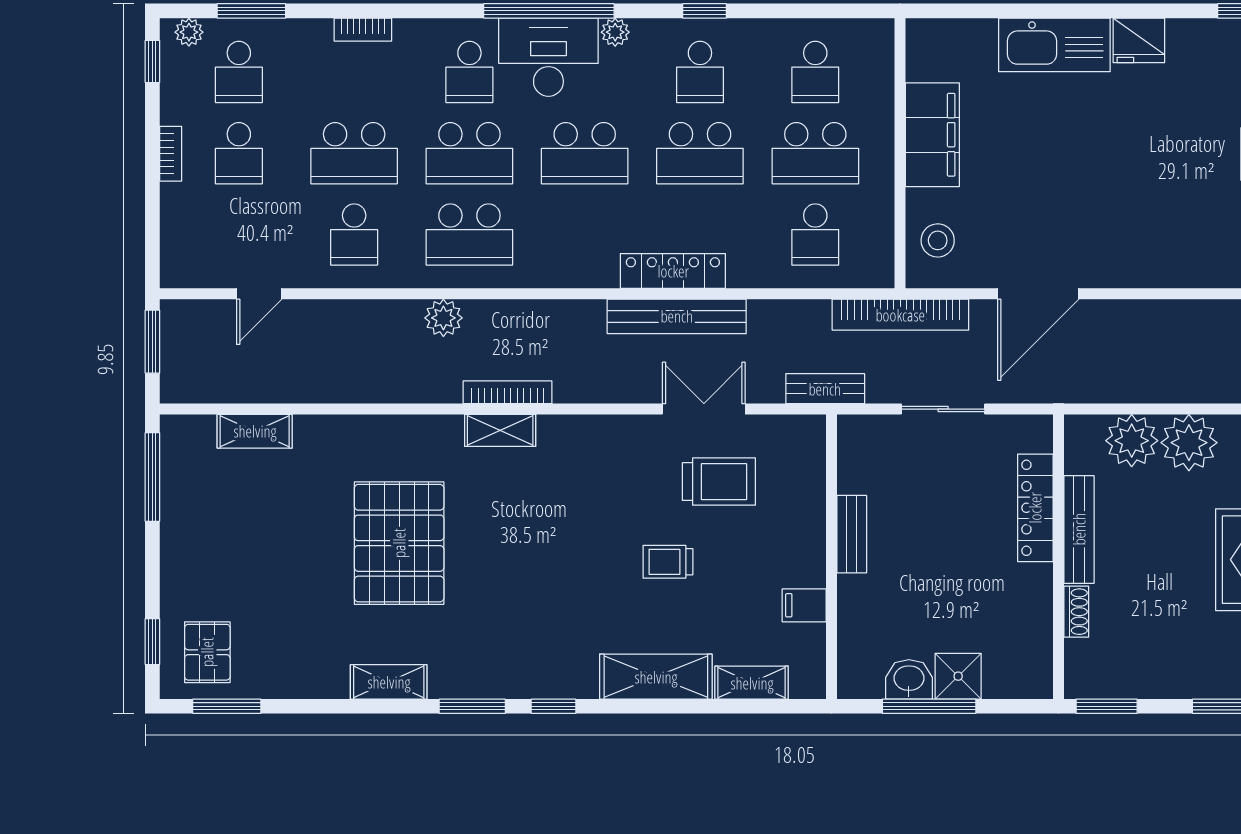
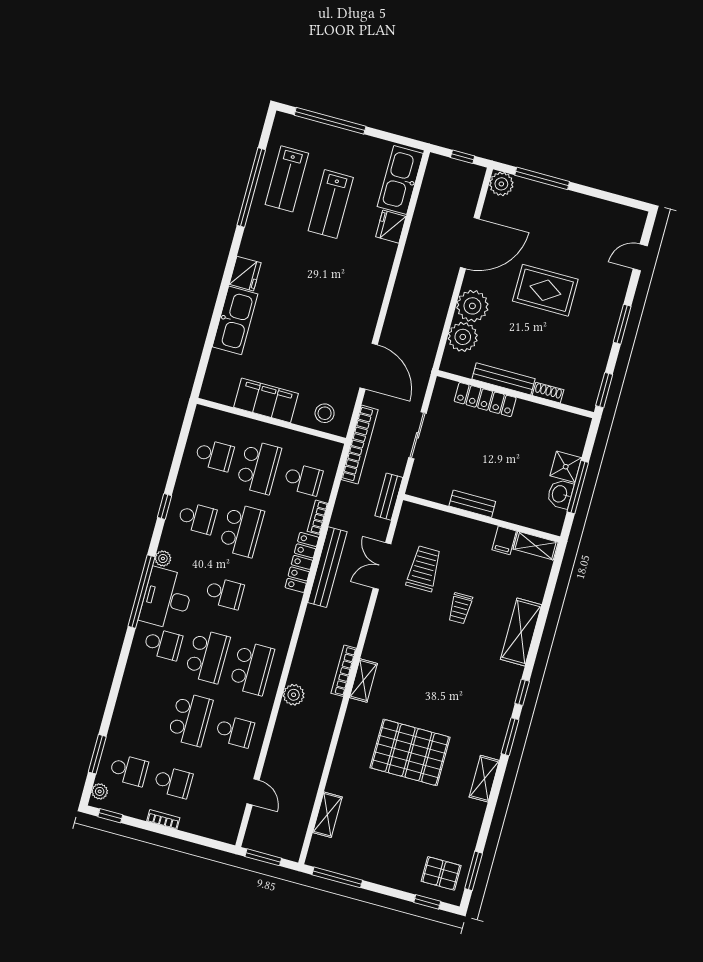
bookcase: (363, 30) -> (318, 517), moved, turned 180
school desk: (585, 153) -> (225, 593), width x0.54
shelving: (752, 683) -> (536, 546), moved, turned 90

